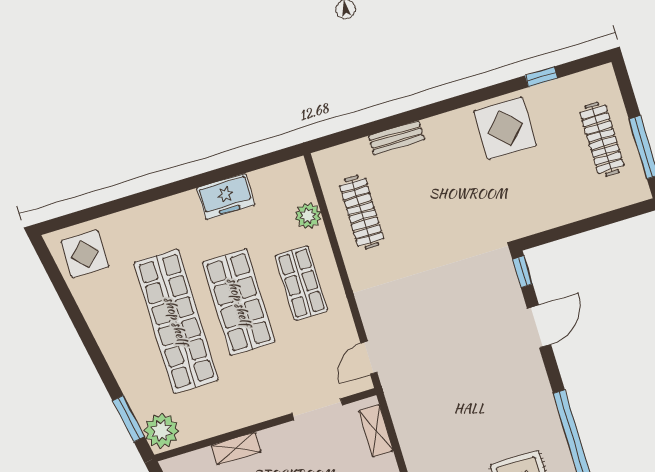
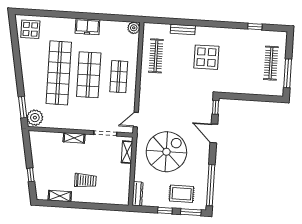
display table: (505, 128) -> (206, 57), moved
freezer: (226, 197) -> (87, 27), moved
plant: (308, 216) -> (134, 28), moved
door: (539, 326) -> (214, 133), swing flipped
spiral stairs: (456, 400) -> (166, 152), added
shelving: (236, 449) -> (74, 138), moved

